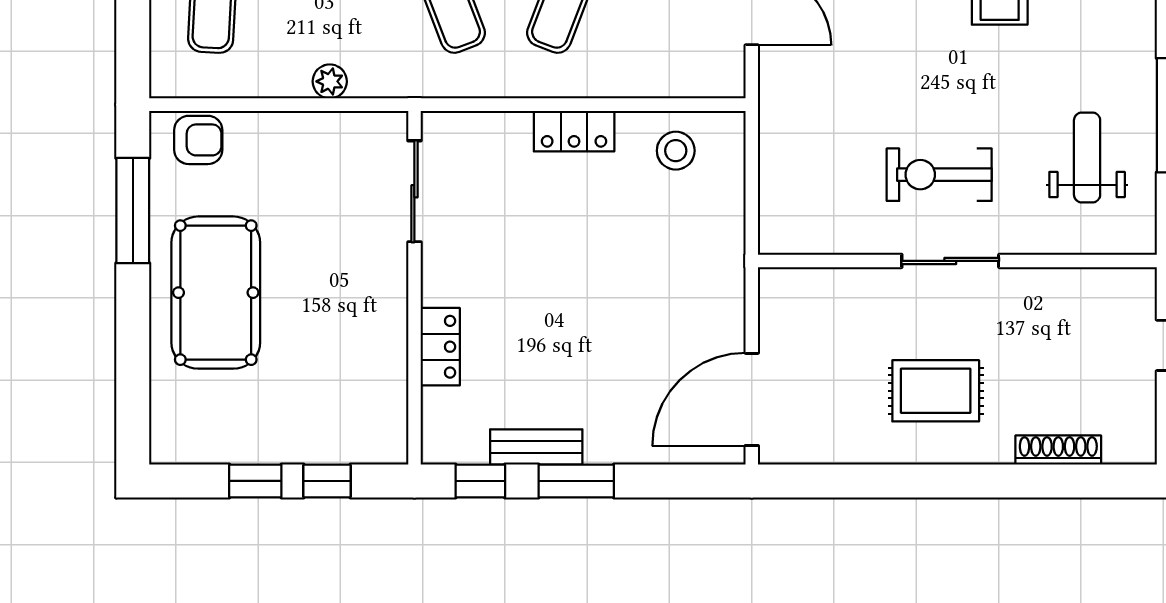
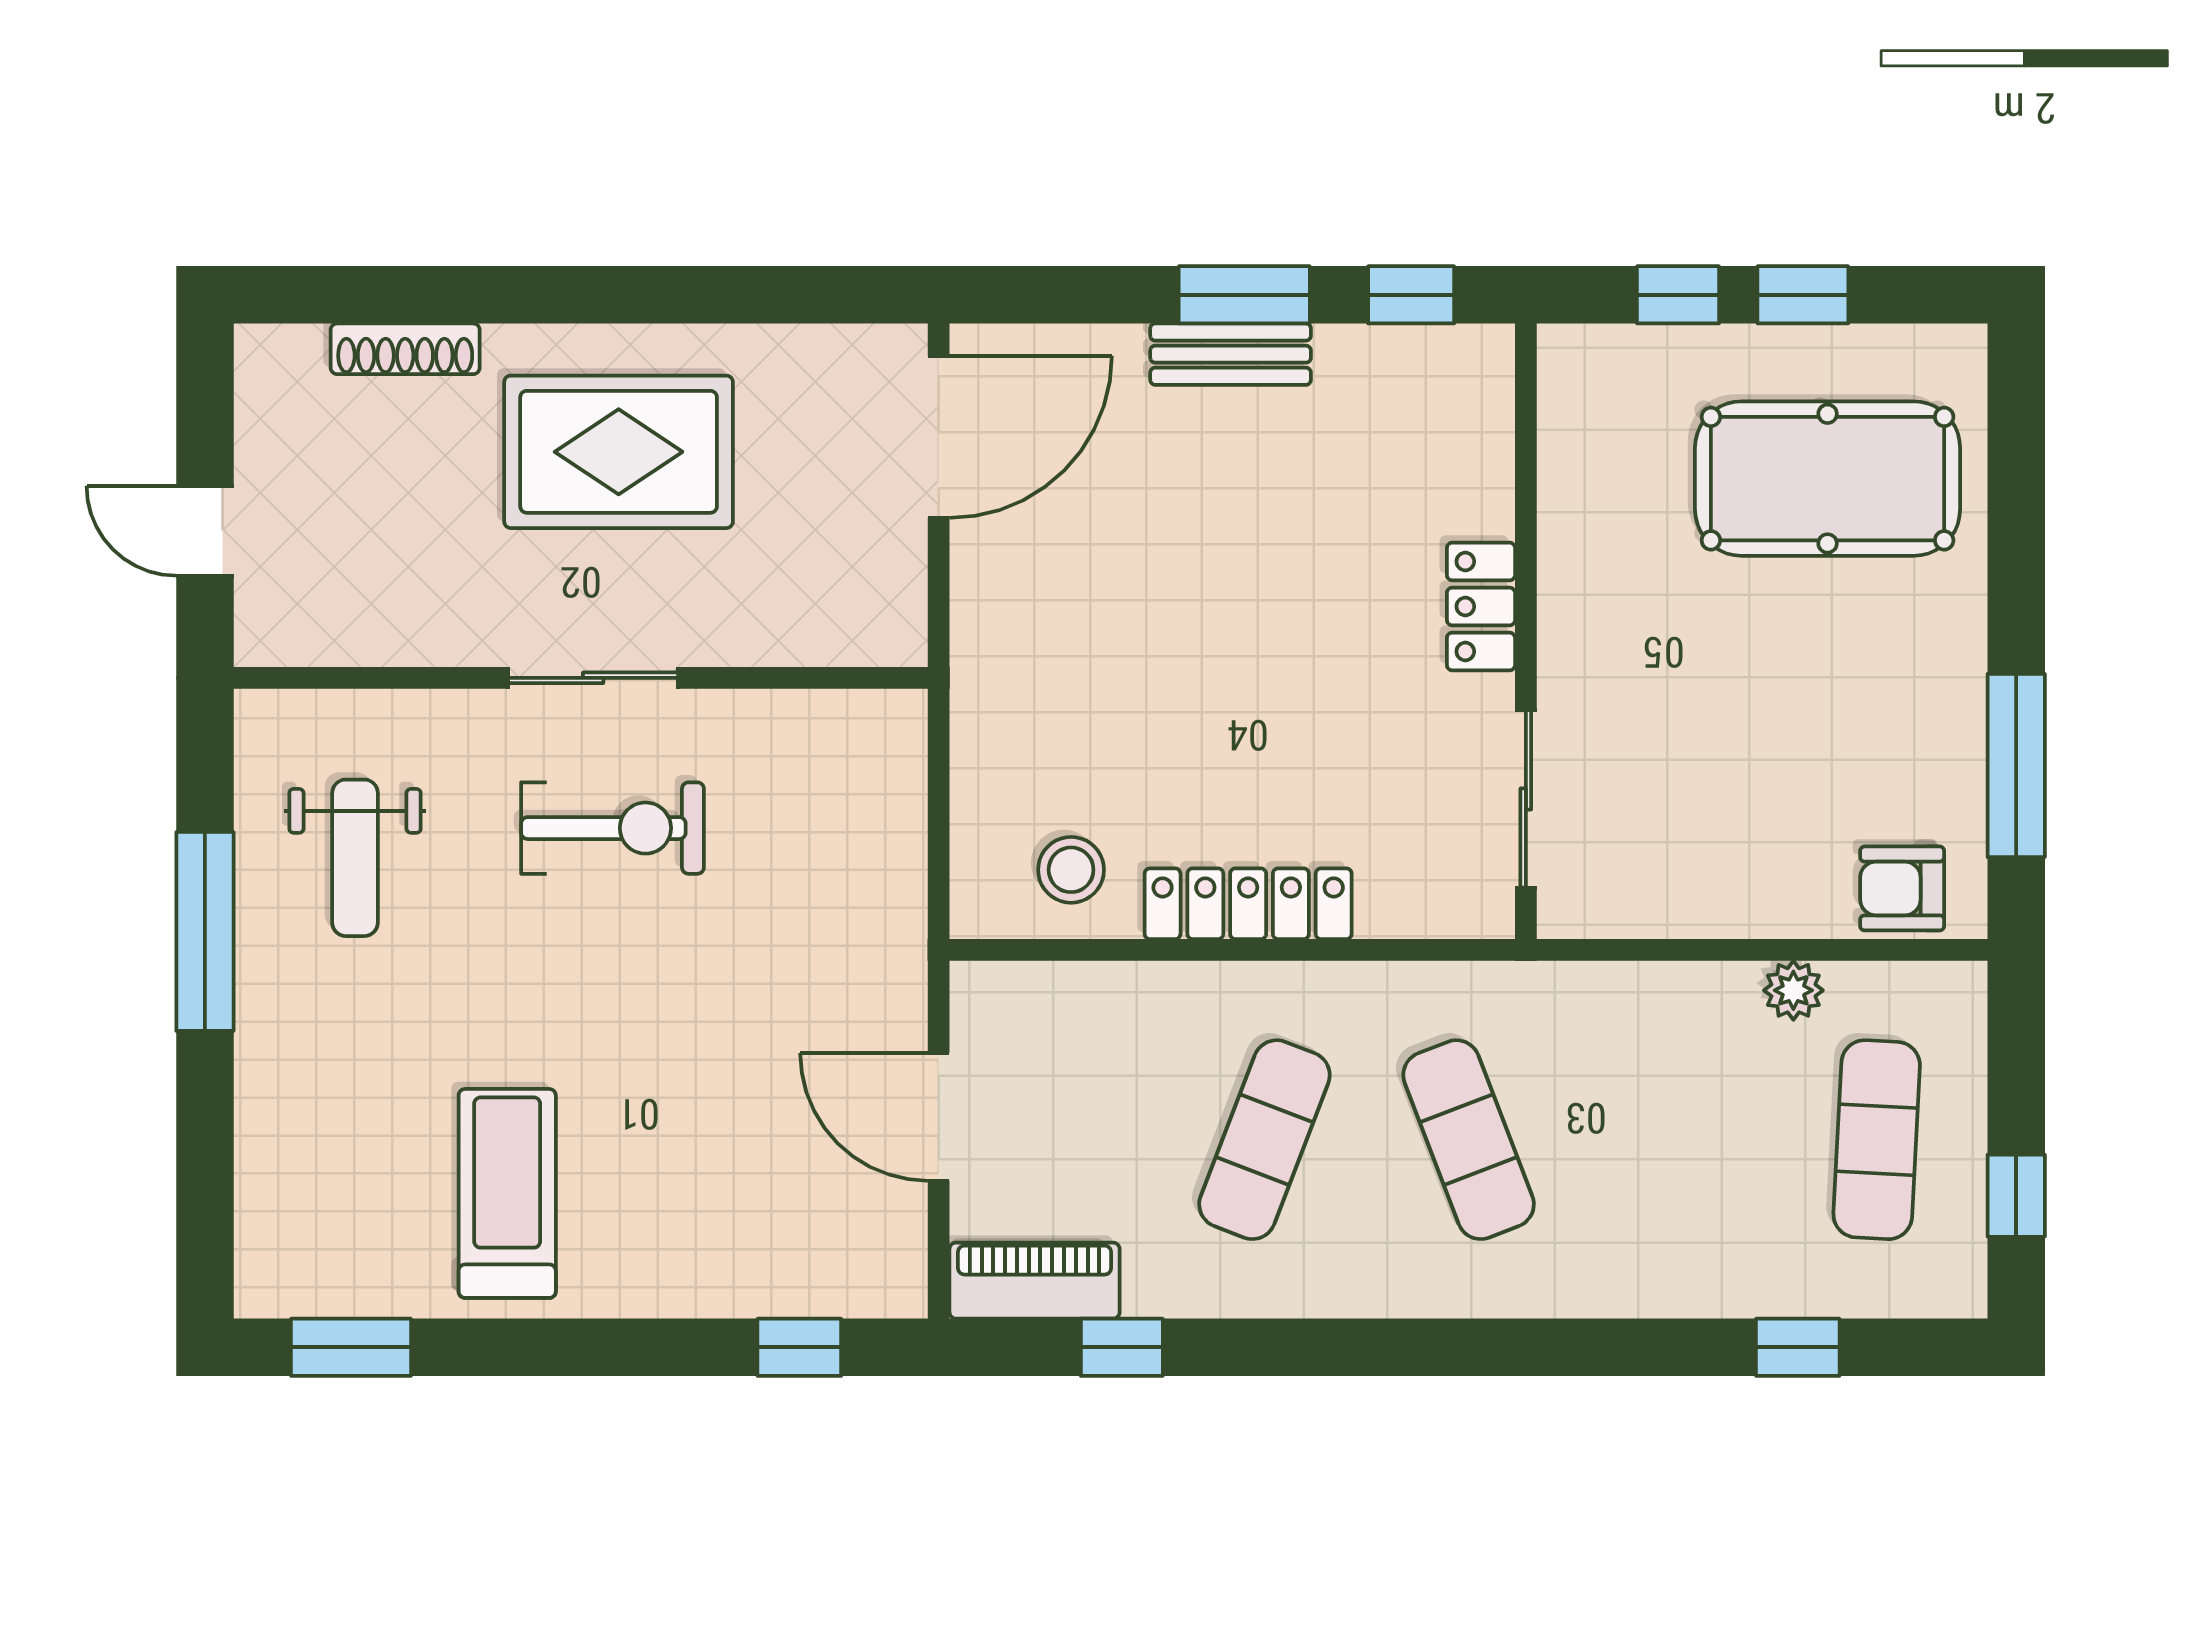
plant: (330, 81) -> (1793, 990), moved
locker: (574, 131) -> (1248, 904), width x1.53
pool table: (216, 293) -> (1828, 479), moved, turned 90
locker: (440, 347) -> (1481, 606), moved
rug: (936, 391) -> (619, 452), width x1.36, depth x1.43
bench: (536, 447) -> (1231, 354), moved

